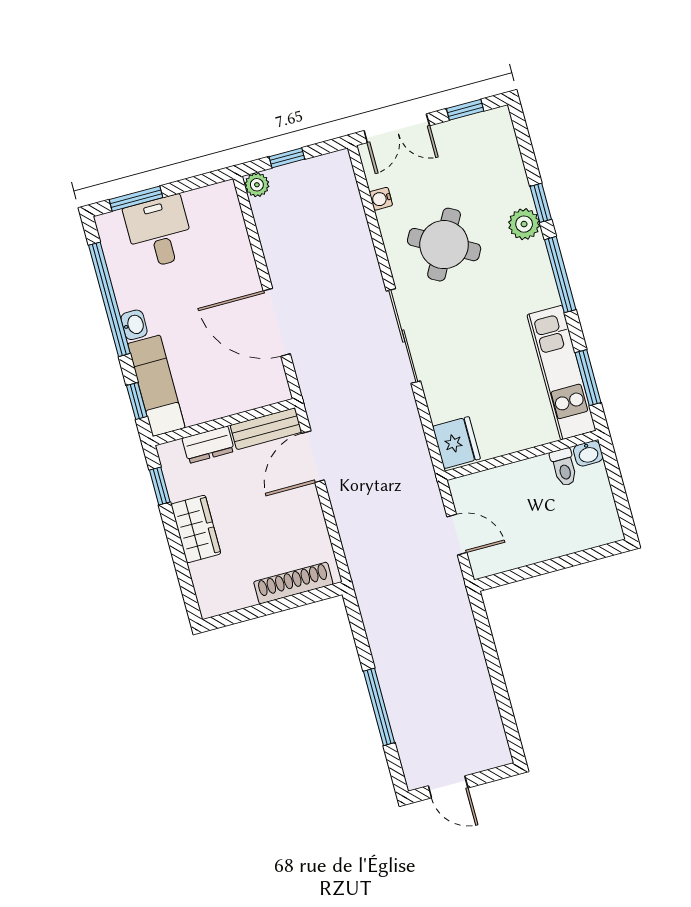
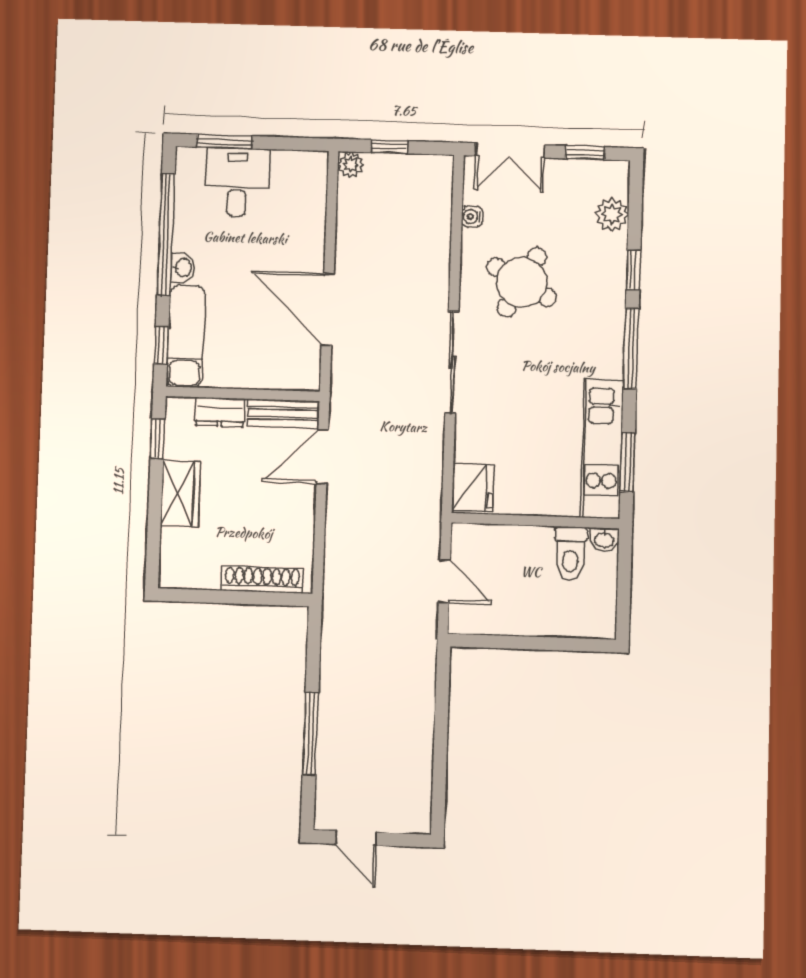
plant: (524, 224) -> (612, 214), moved
toilet: (564, 467) -> (570, 553), width x1.37, depth x1.39

